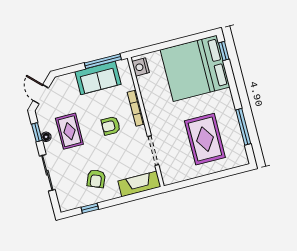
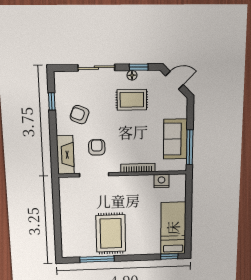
nightstand: (141, 67) -> (161, 181), moved
bed: (195, 68) -> (173, 228), width x0.49
armchair: (111, 126) -> (97, 147), moved
rug: (205, 139) -> (111, 233), moved, turned 90

